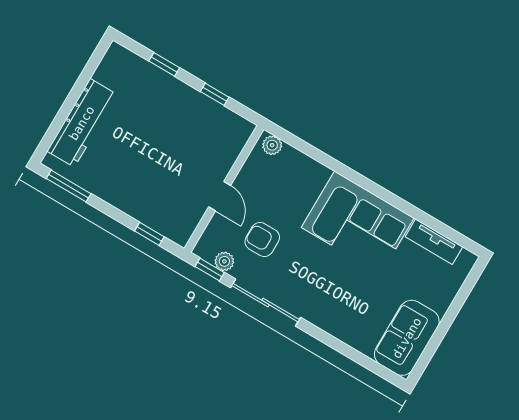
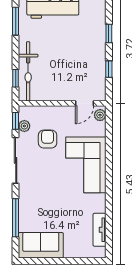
door: (220, 196) -> (85, 103), moved
bicycle: (150, 210) -> (28, 71), added
corner sofa: (358, 223) -> (86, 165), moved
window: (347, 350) -> (16, 218), added

